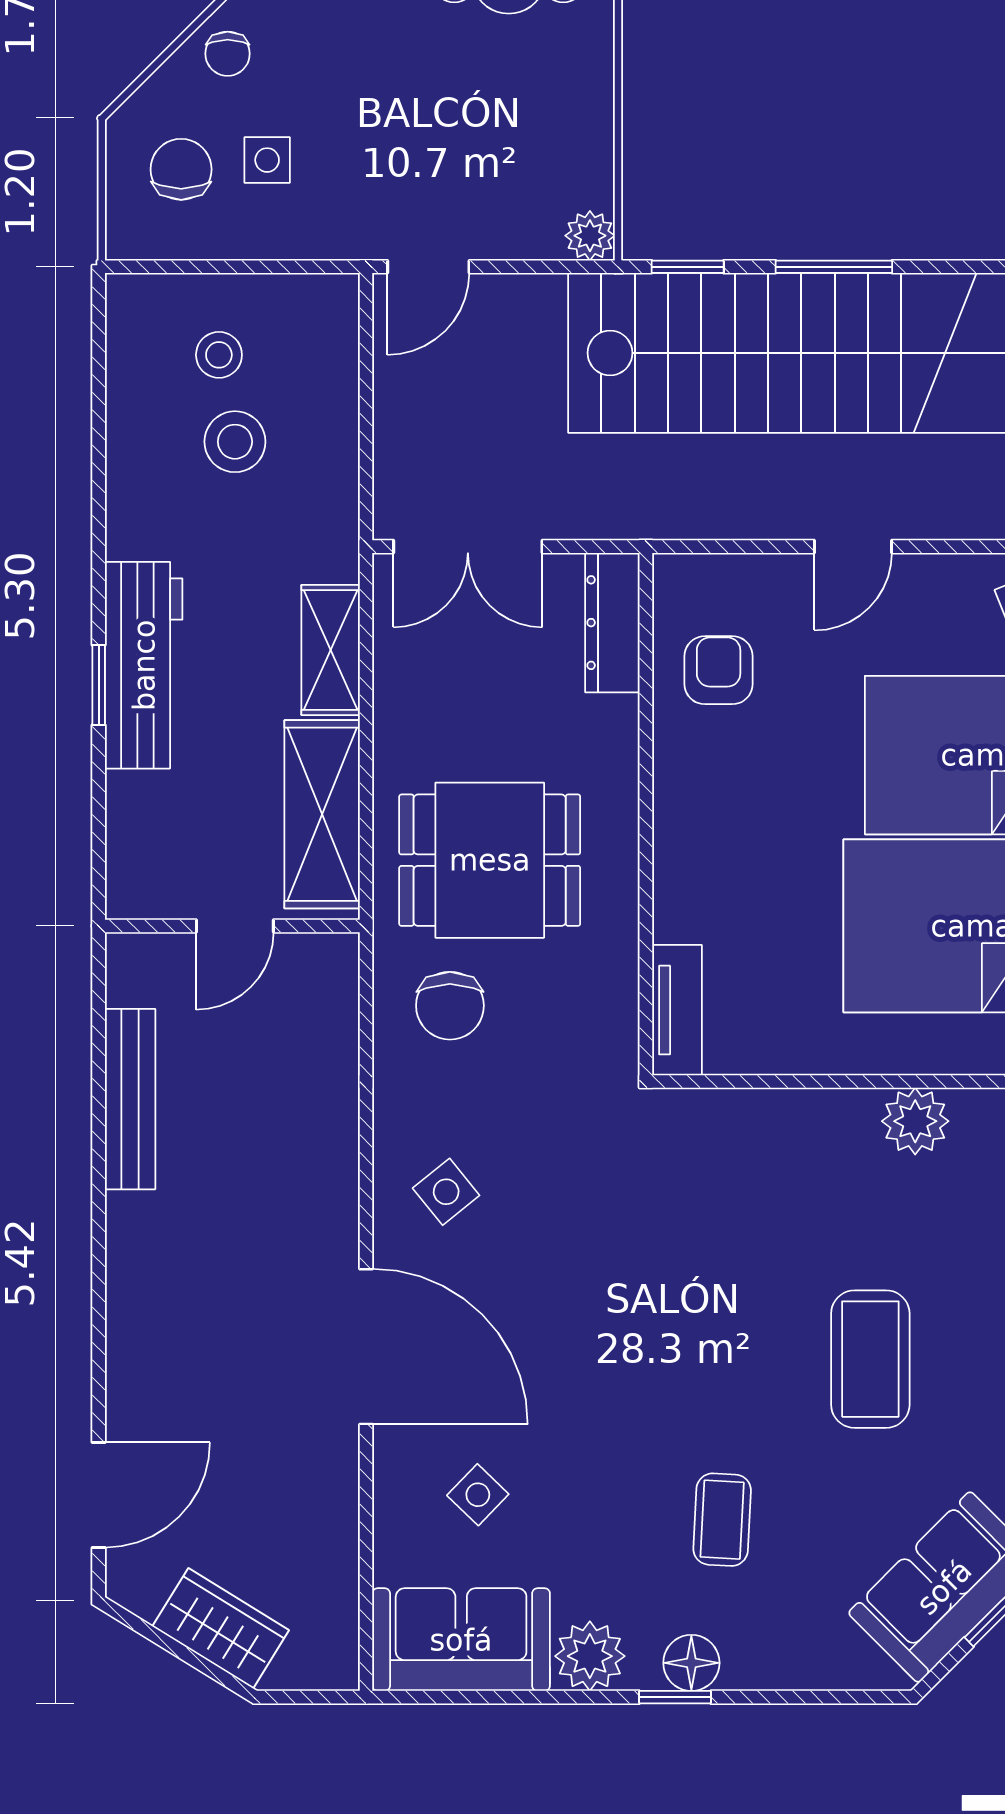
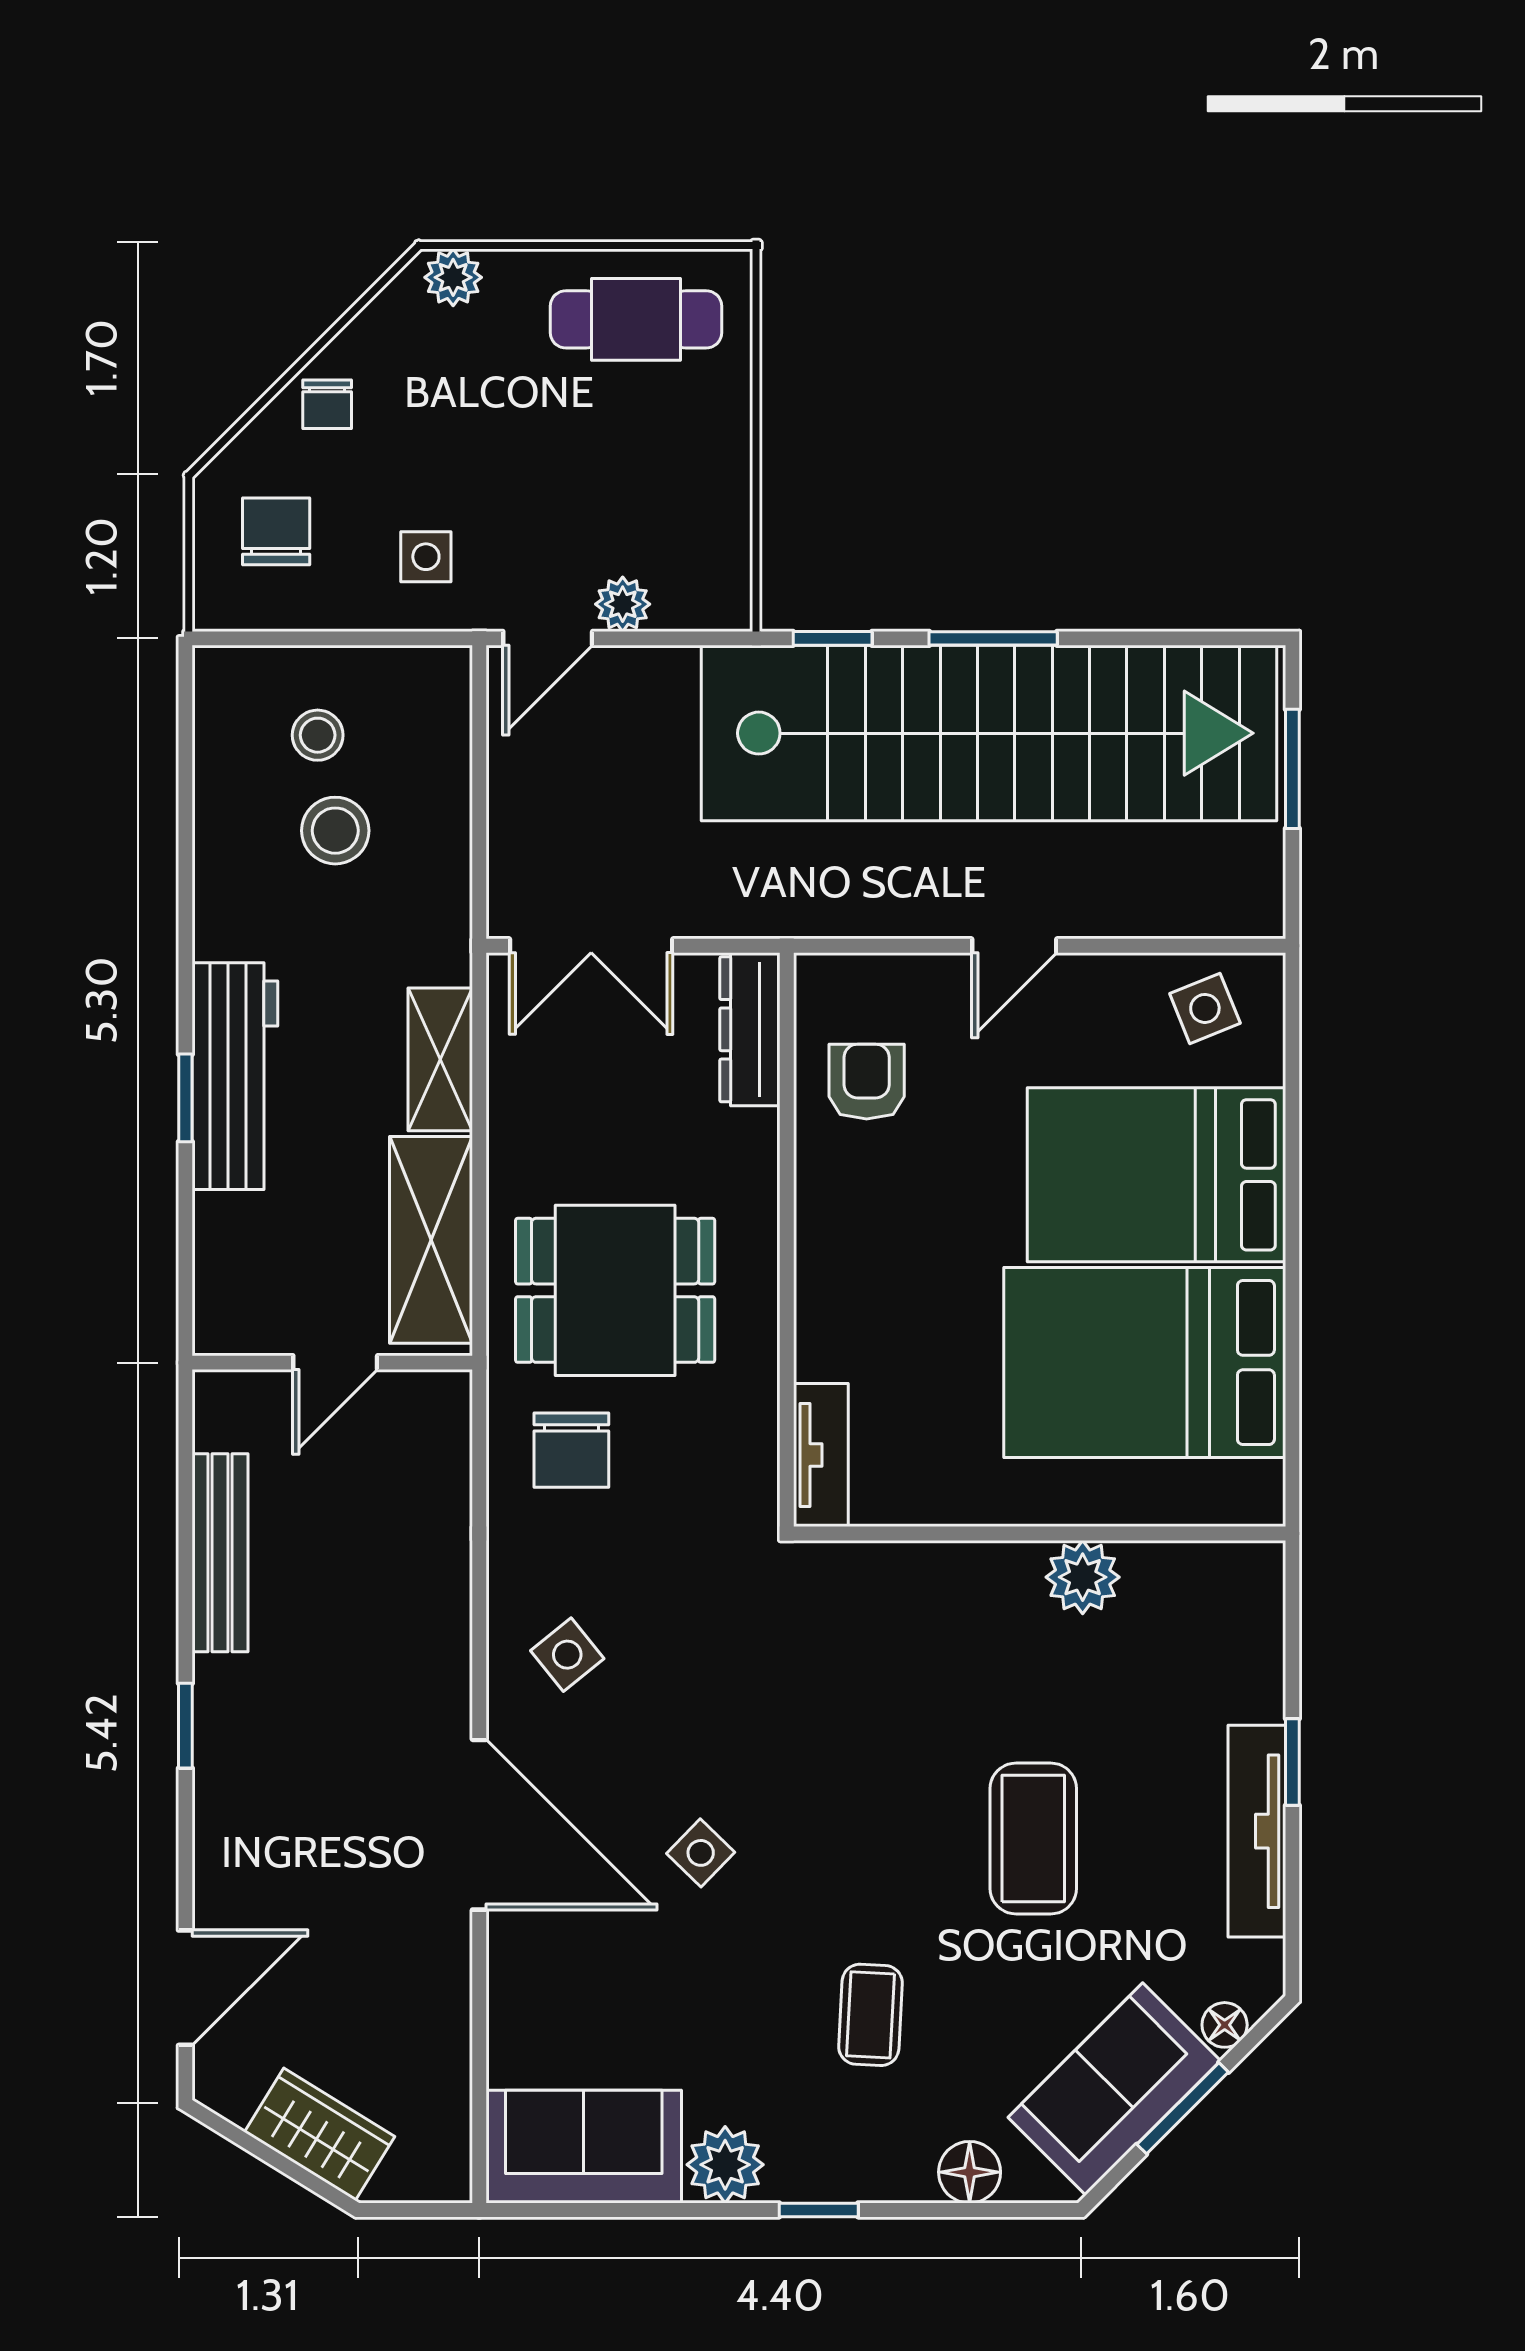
side table: (267, 160) -> (426, 557), moved
plant: (590, 236) -> (623, 604), moved
window: (99, 1256) -> (185, 1726), added
side table: (478, 1495) -> (701, 1853), moved
floor lamp: (691, 1663) -> (970, 2172), moved

